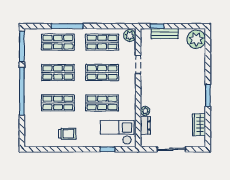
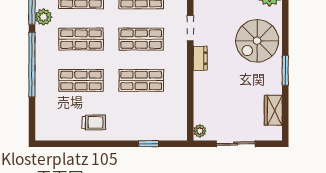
plant: (30, 56) -> (43, 17), added
spiral stairs: (187, 74) -> (257, 41), added
plant: (145, 111) -> (200, 131), moved
dresser: (145, 125) -> (200, 58), moved
checkout: (117, 132) -> (162, 121), removed

